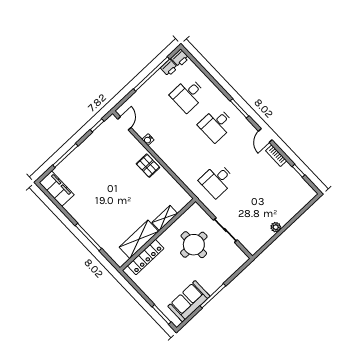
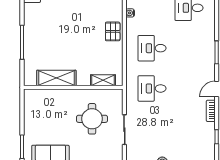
desk: (216, 125) -> (152, 48), moved
shelving: (165, 218) -> (103, 80), moved
locker: (146, 257) -> (49, 95), removed

